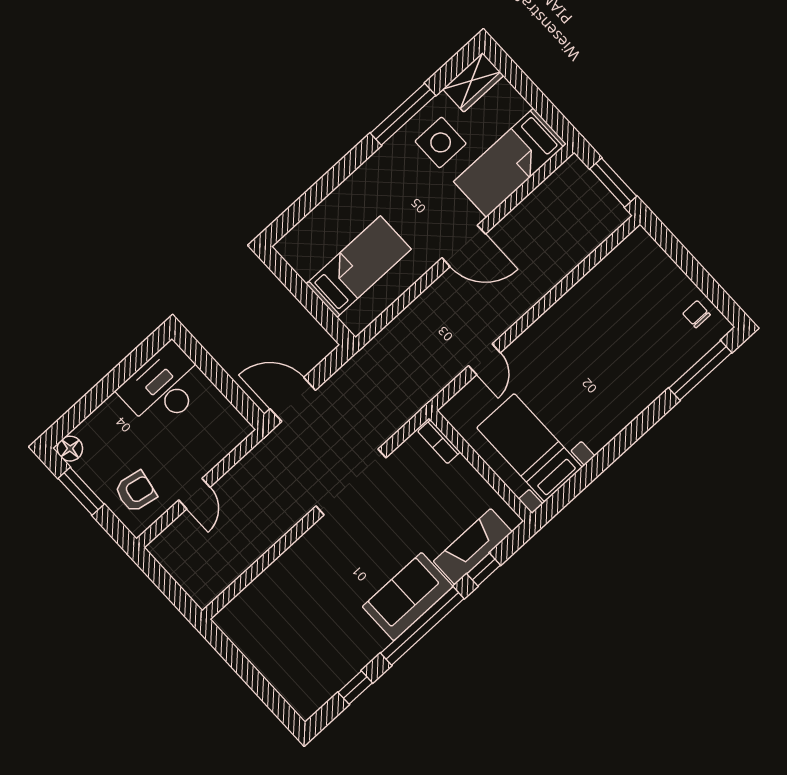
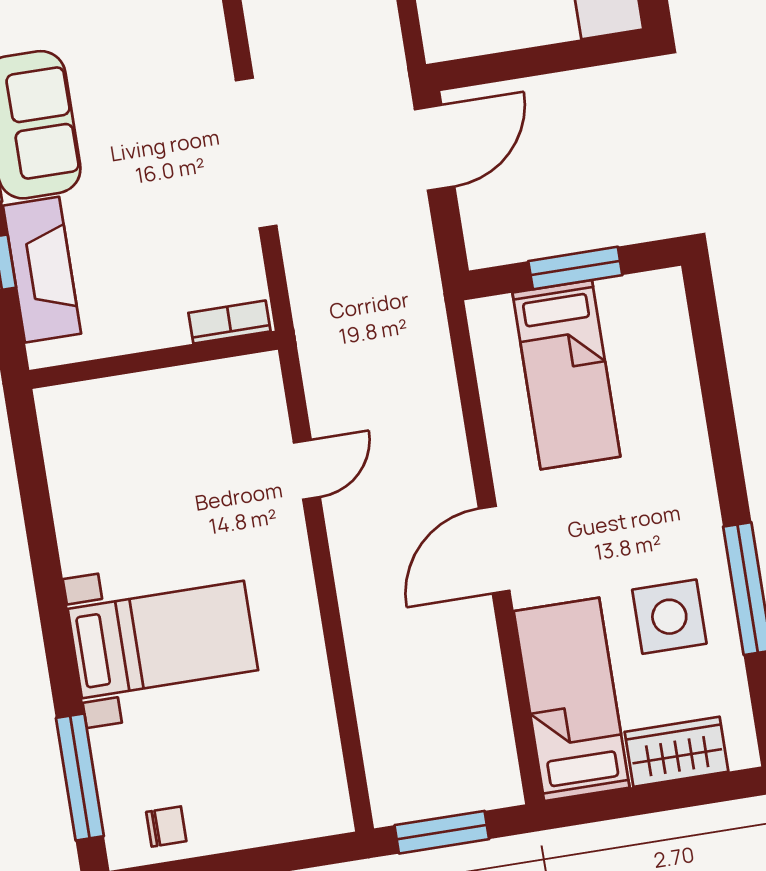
wardrobe: (473, 82) -> (677, 752), moved, turned 90
window: (306, 296) -> (575, 268), added
door: (484, 359) -> (307, 470), swing flipped
bed with nightstands: (530, 448) -> (163, 640), moved

